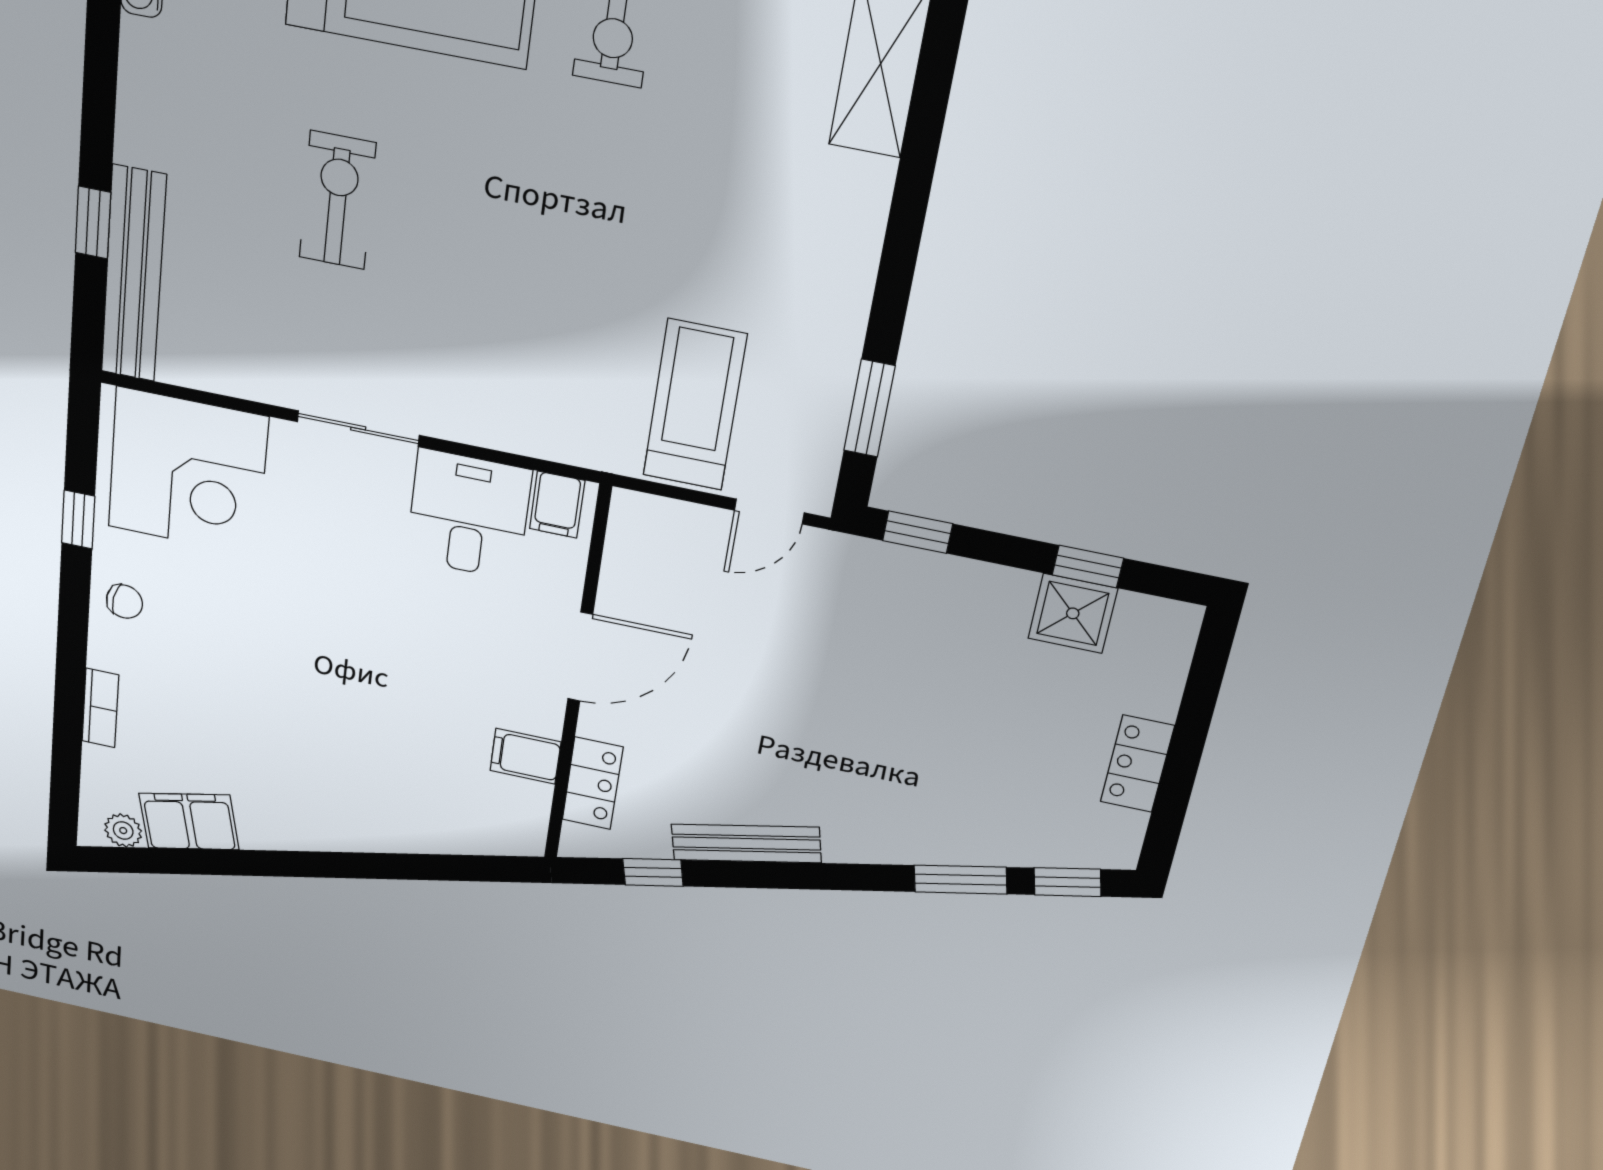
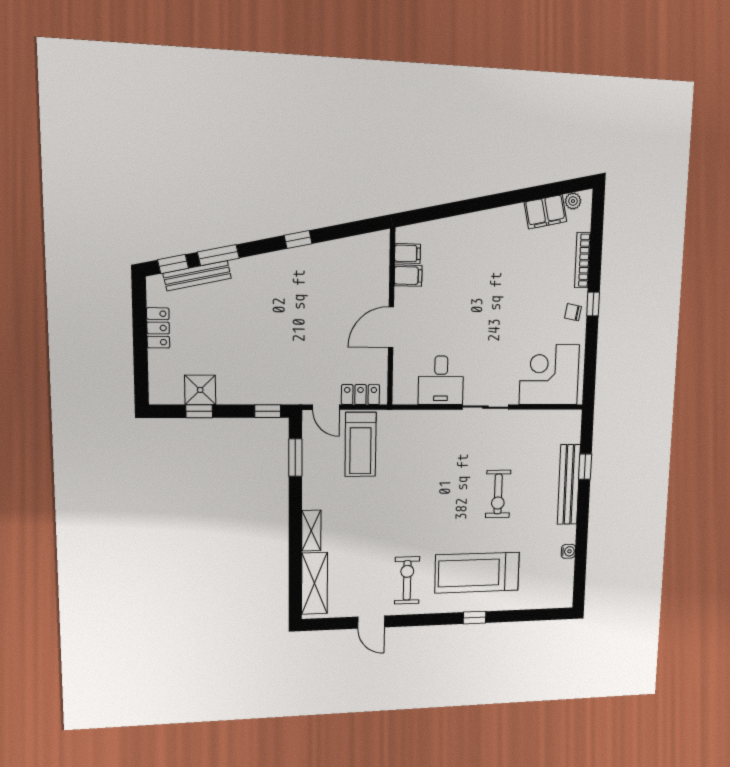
shelving: (863, 212) -> (311, 531), added
bench: (134, 274) -> (569, 485), moved
filing cabinet: (557, 505) -> (408, 253), moved, turned 90
door: (769, 512) -> (326, 407), swing flipped
window: (78, 520) -> (593, 304), moved
bookcase: (100, 708) -> (583, 260), width x1.56
locker: (593, 783) -> (361, 395), moved, turned 90
bench: (746, 843) -> (197, 276), moved
window: (653, 872) -> (298, 239), moved

